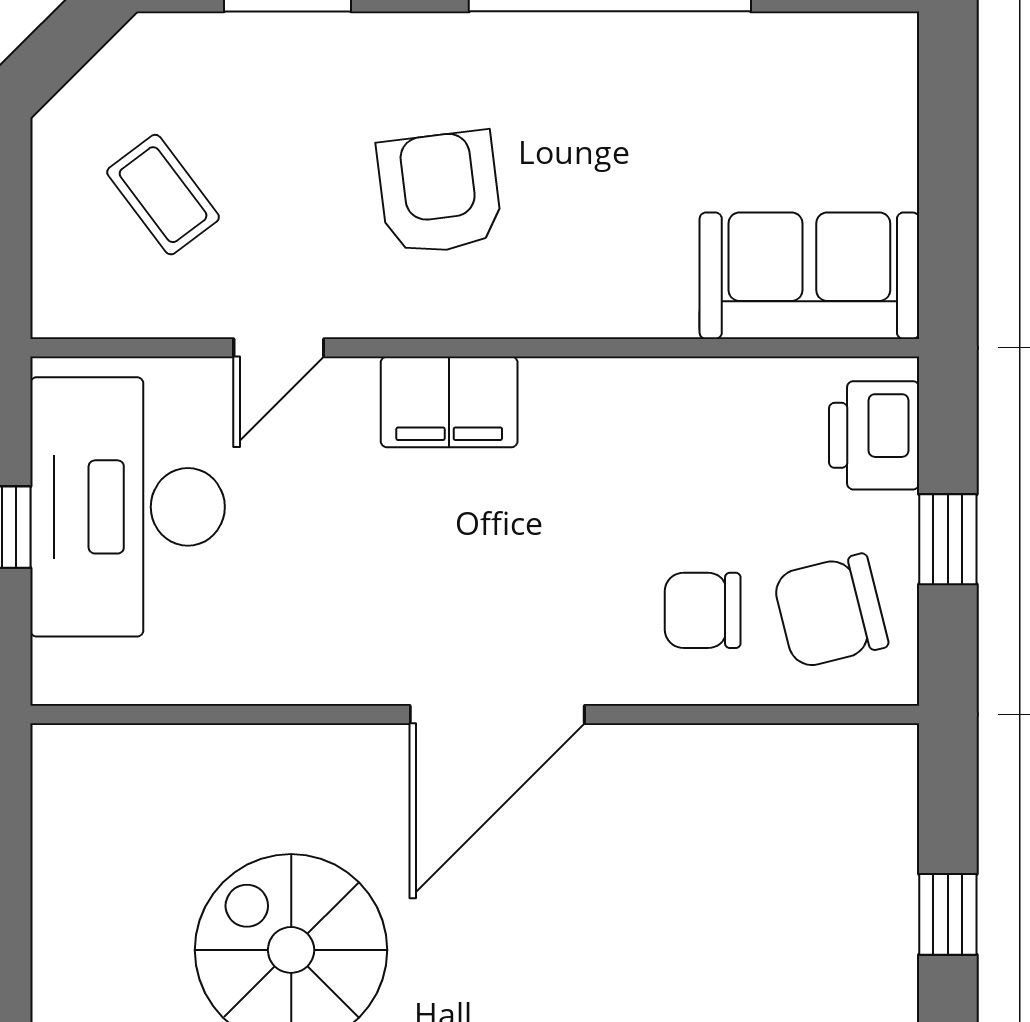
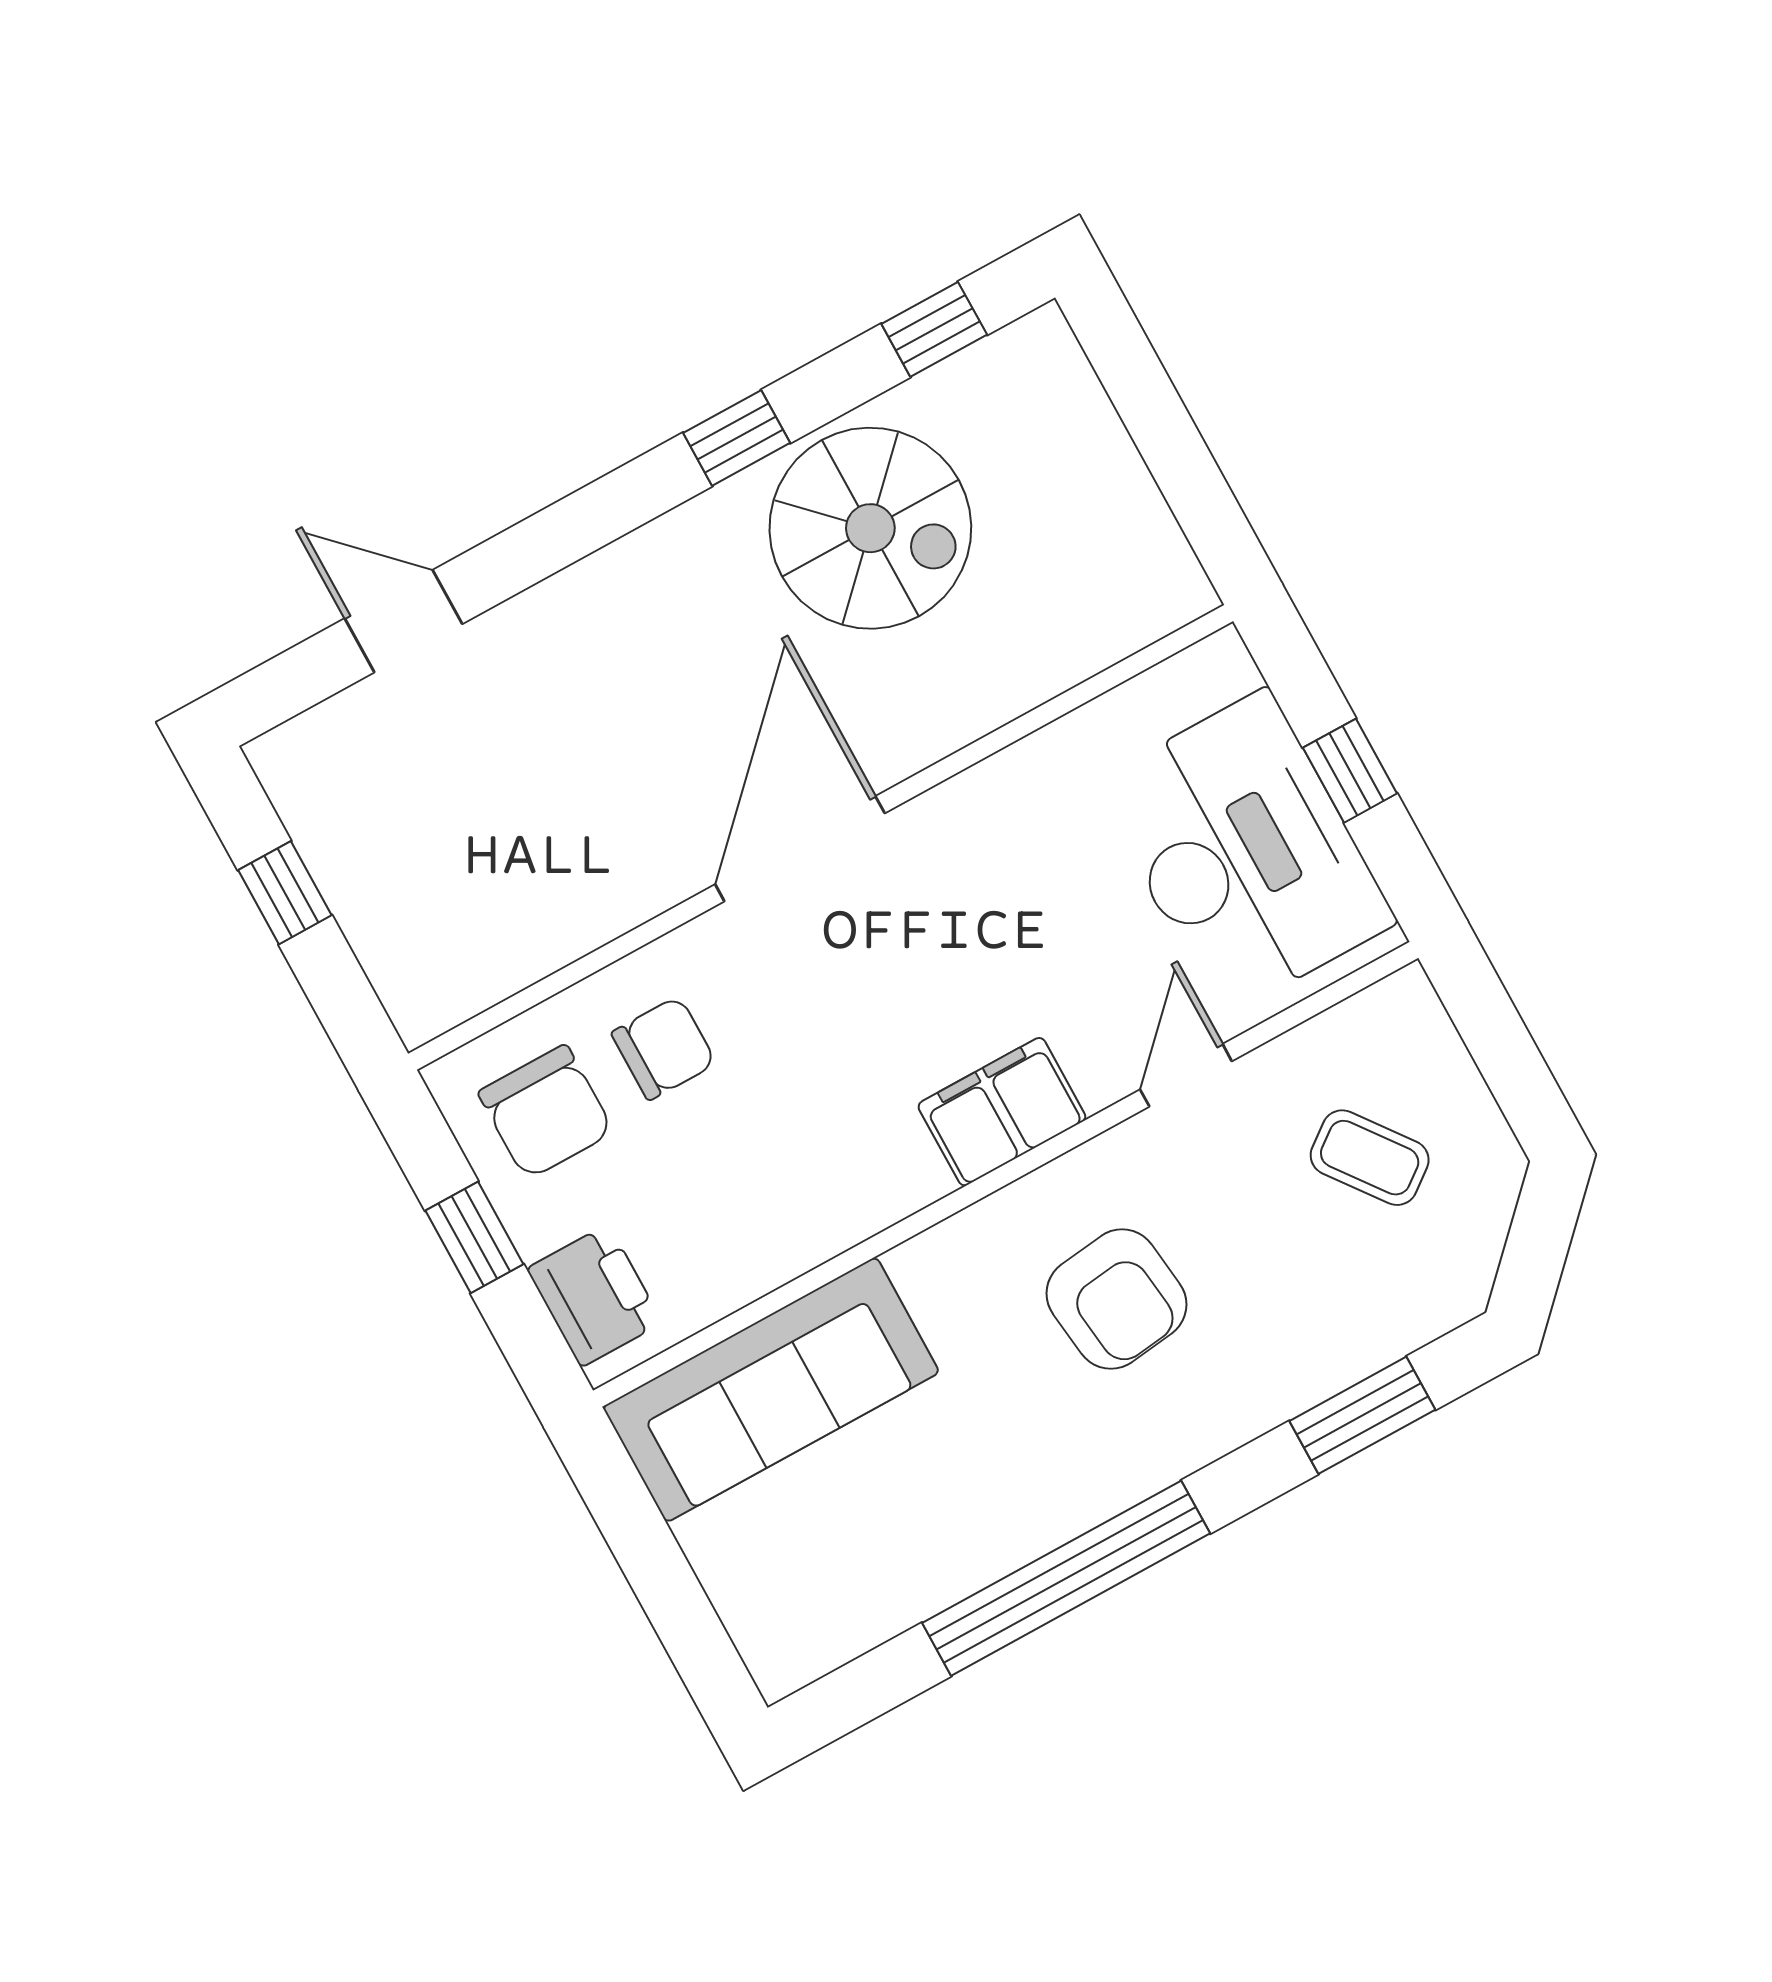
sofa: (809, 276) -> (771, 1390), width x1.36
chair: (830, 611) -> (546, 1112), turned 104

